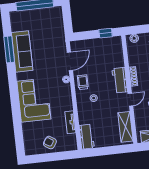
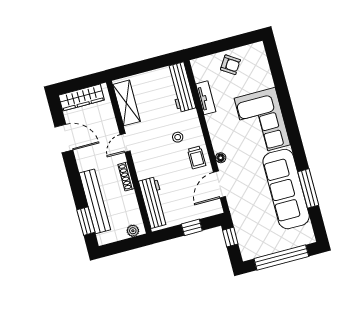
window: (68, 24) -> (230, 237), added
window: (106, 33) -> (192, 227), moved
sofa: (22, 51) -> (286, 189), width x1.36, depth x1.27
workbench: (120, 80) -> (154, 203), moved, width x1.37
workbench: (87, 137) -> (181, 87), width x1.38

